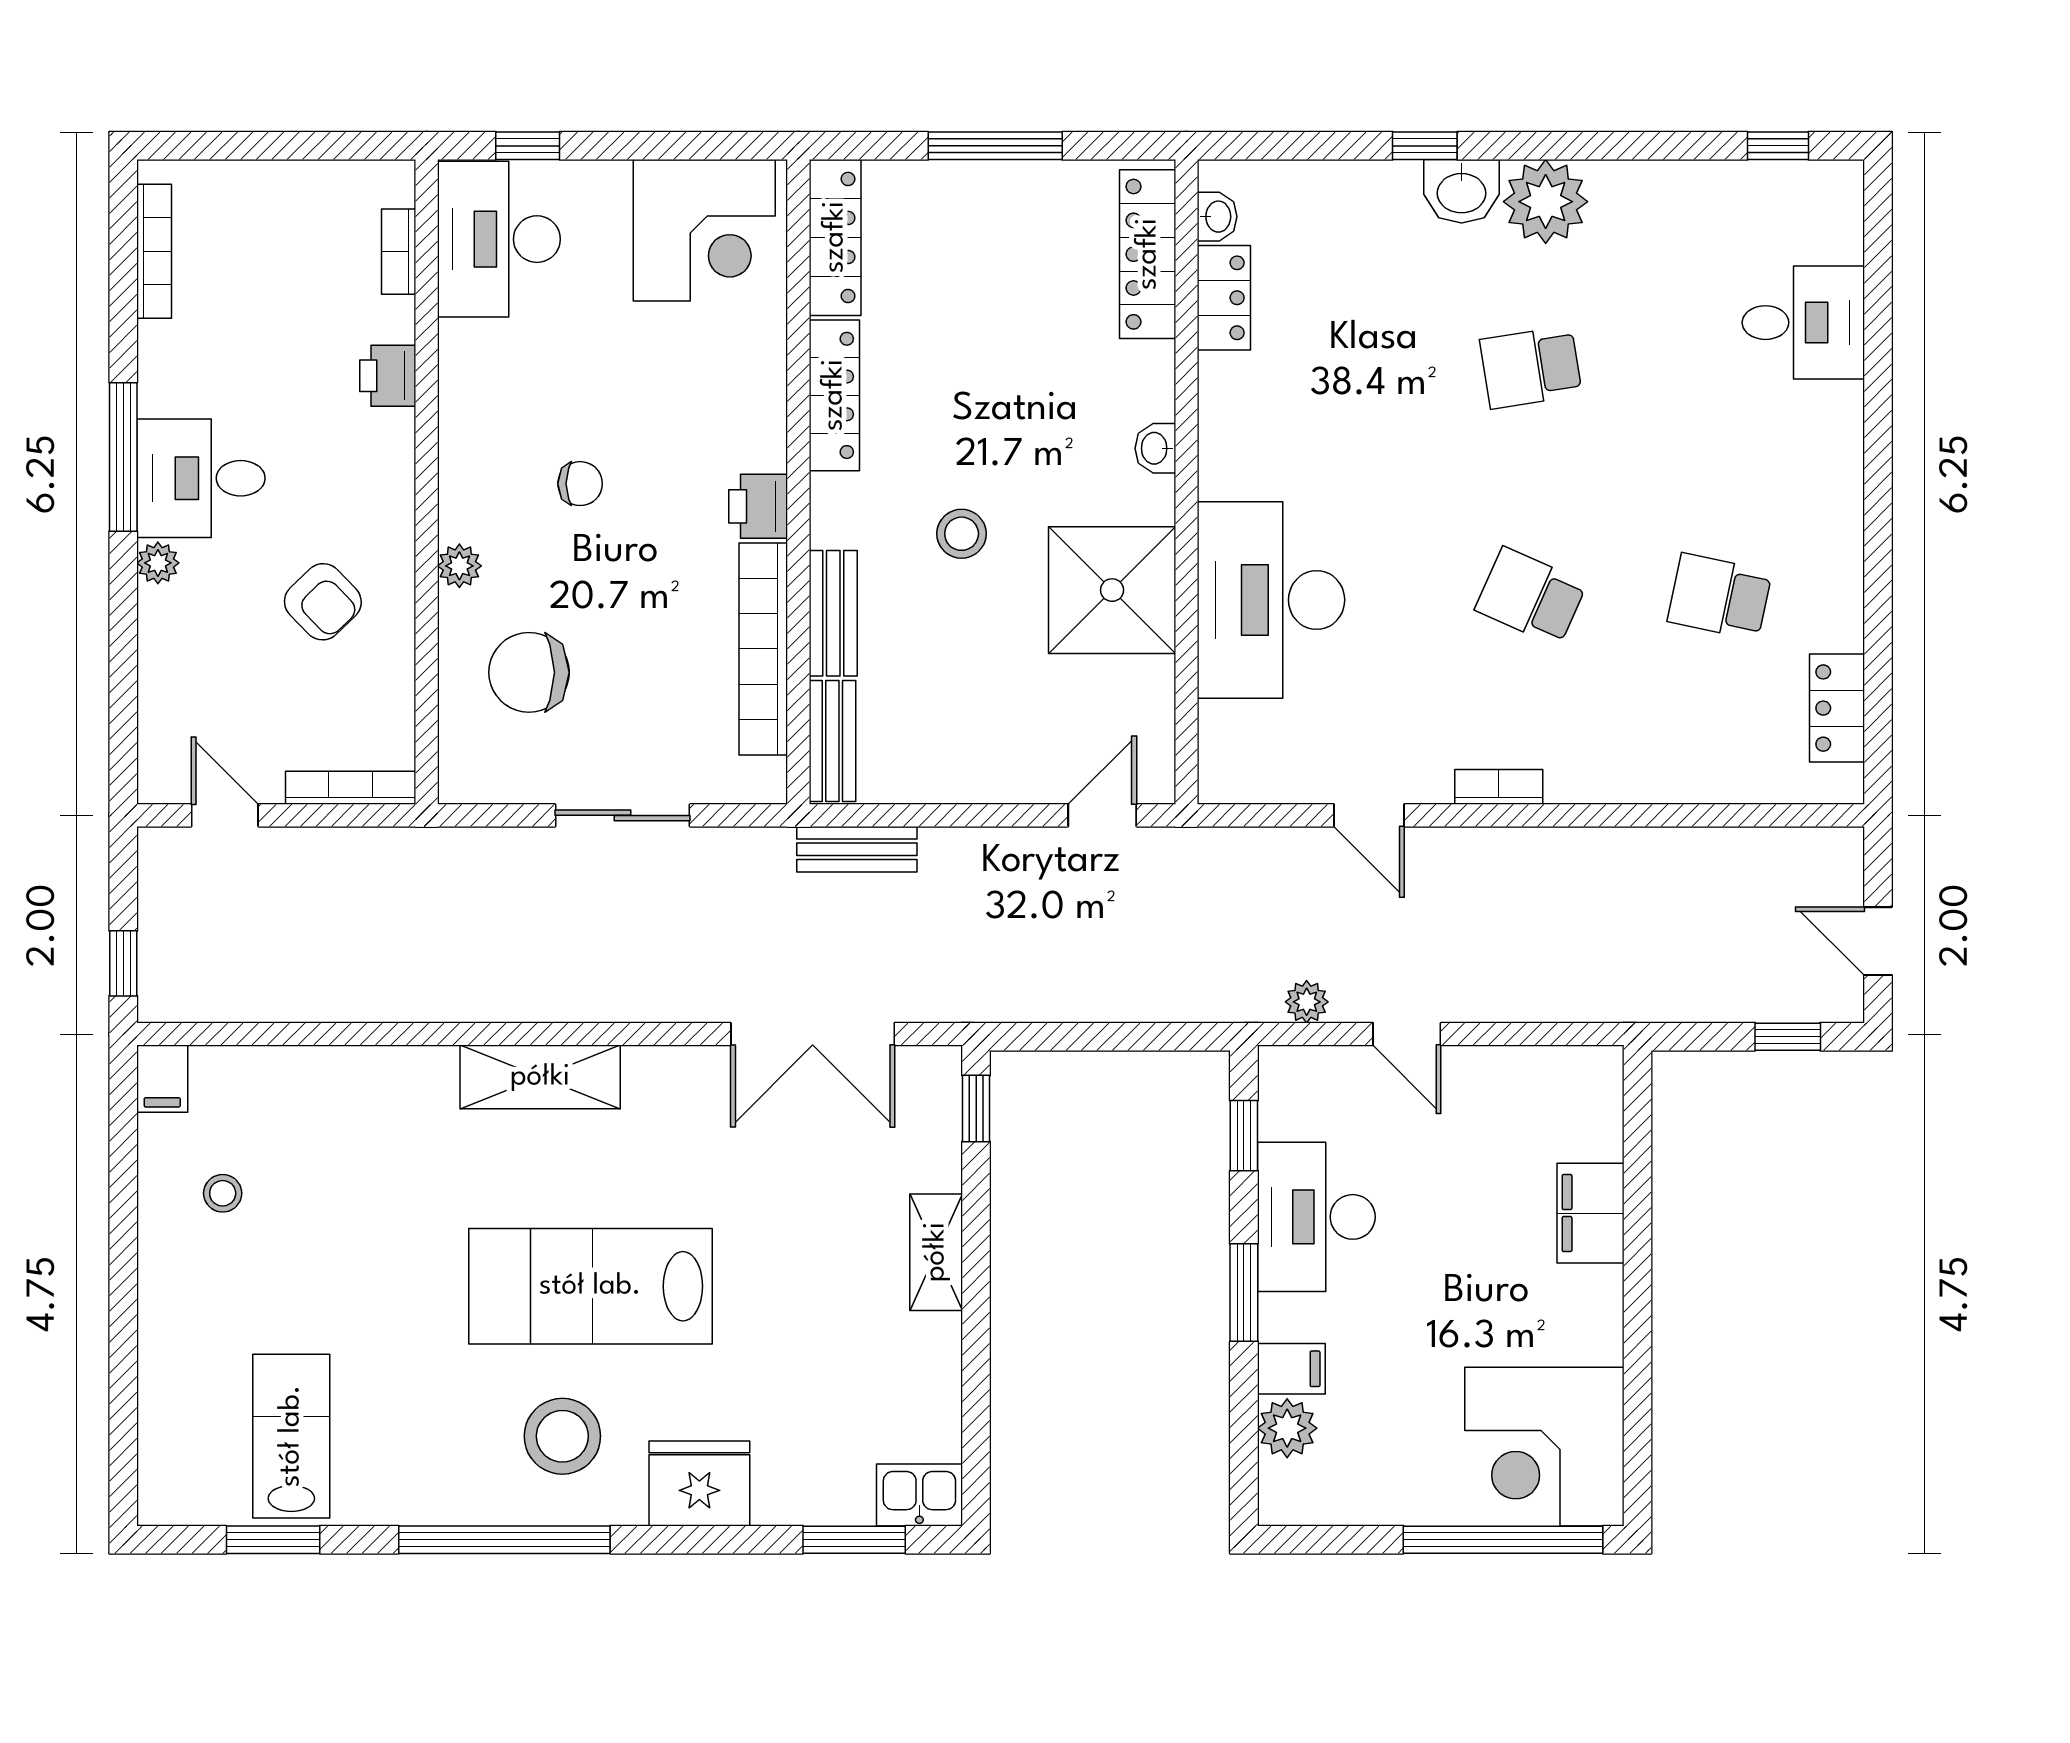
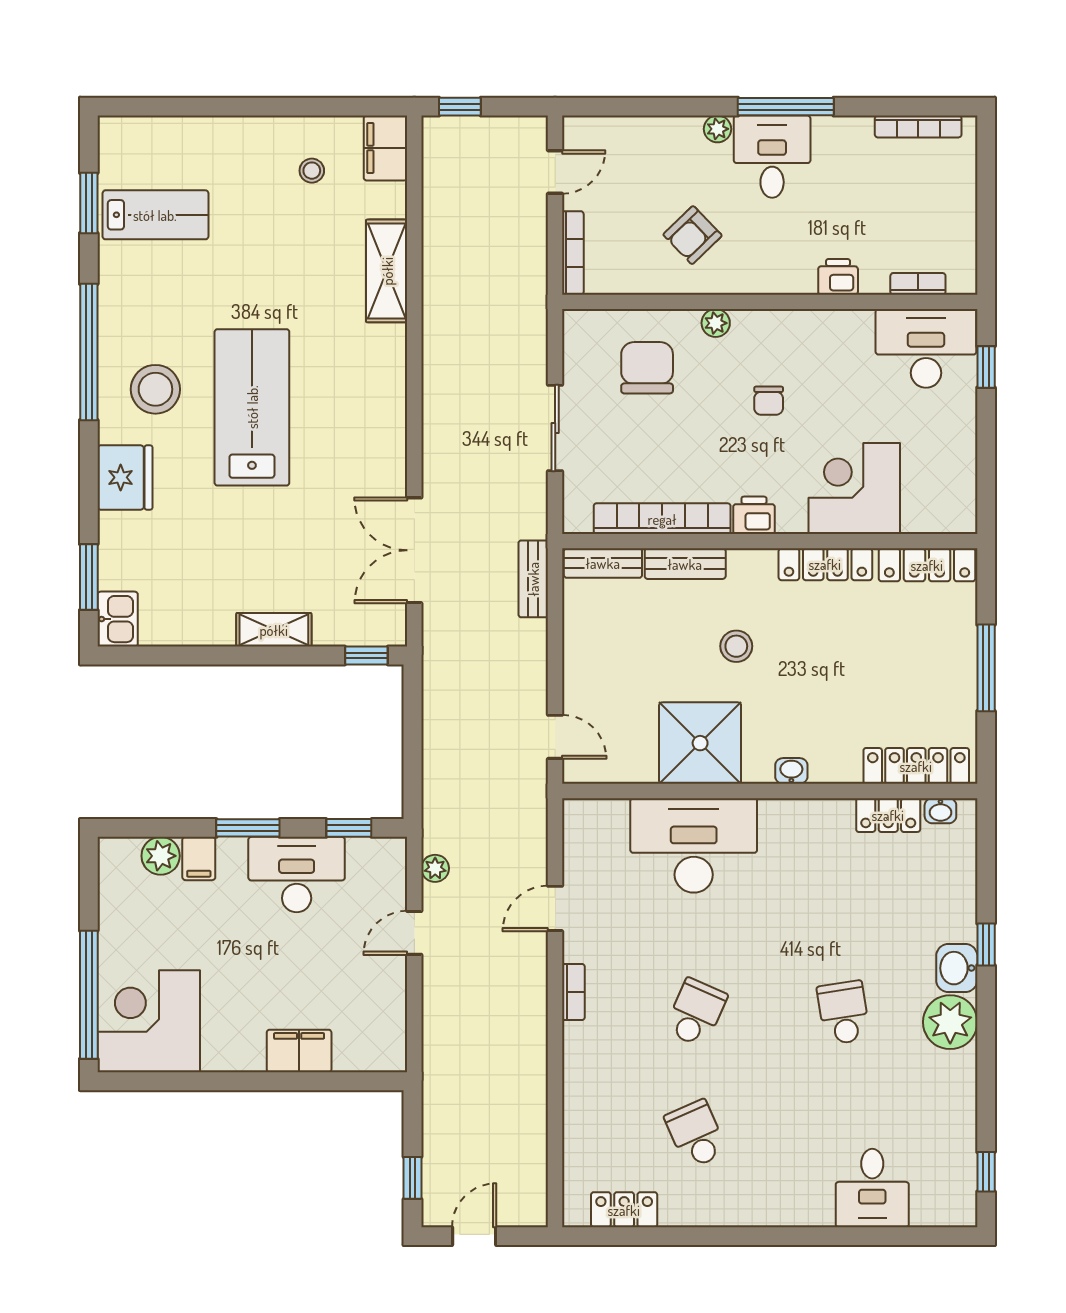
corner desk: (704, 230) -> (854, 489), moved, turned 90
school desk: (1720, 597) -> (696, 1134), turned -36
shelving: (540, 1077) -> (387, 271), moved
filing cabinet: (162, 1079) -> (386, 148), width x2.00

